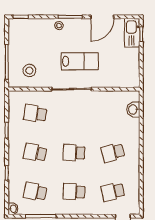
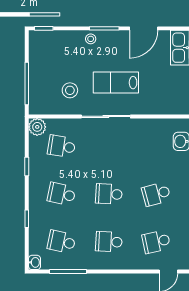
lab bench: (80, 61) -> (116, 83), turned 180
stool: (29, 71) -> (70, 90), moved
plant: (15, 98) -> (37, 127), added

